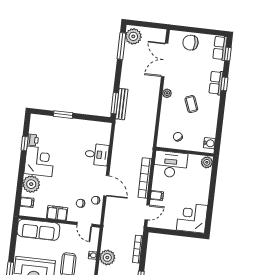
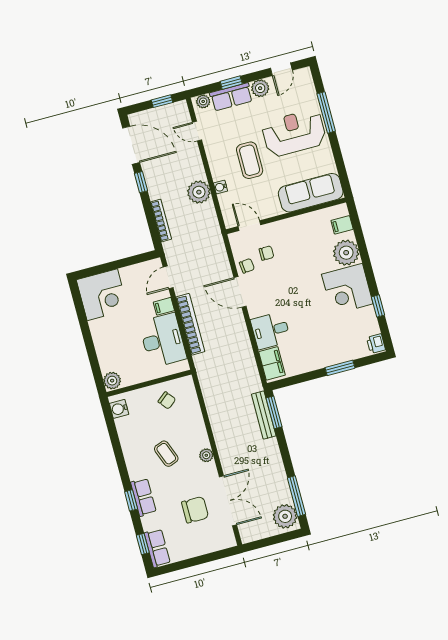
chair: (190, 43) -> (195, 510), moved
printer: (33, 140) -> (376, 344), moved
desk: (170, 164) -> (163, 340), moved, turned -90
filing cabinet: (57, 213) -> (272, 363), moved, turned -90

